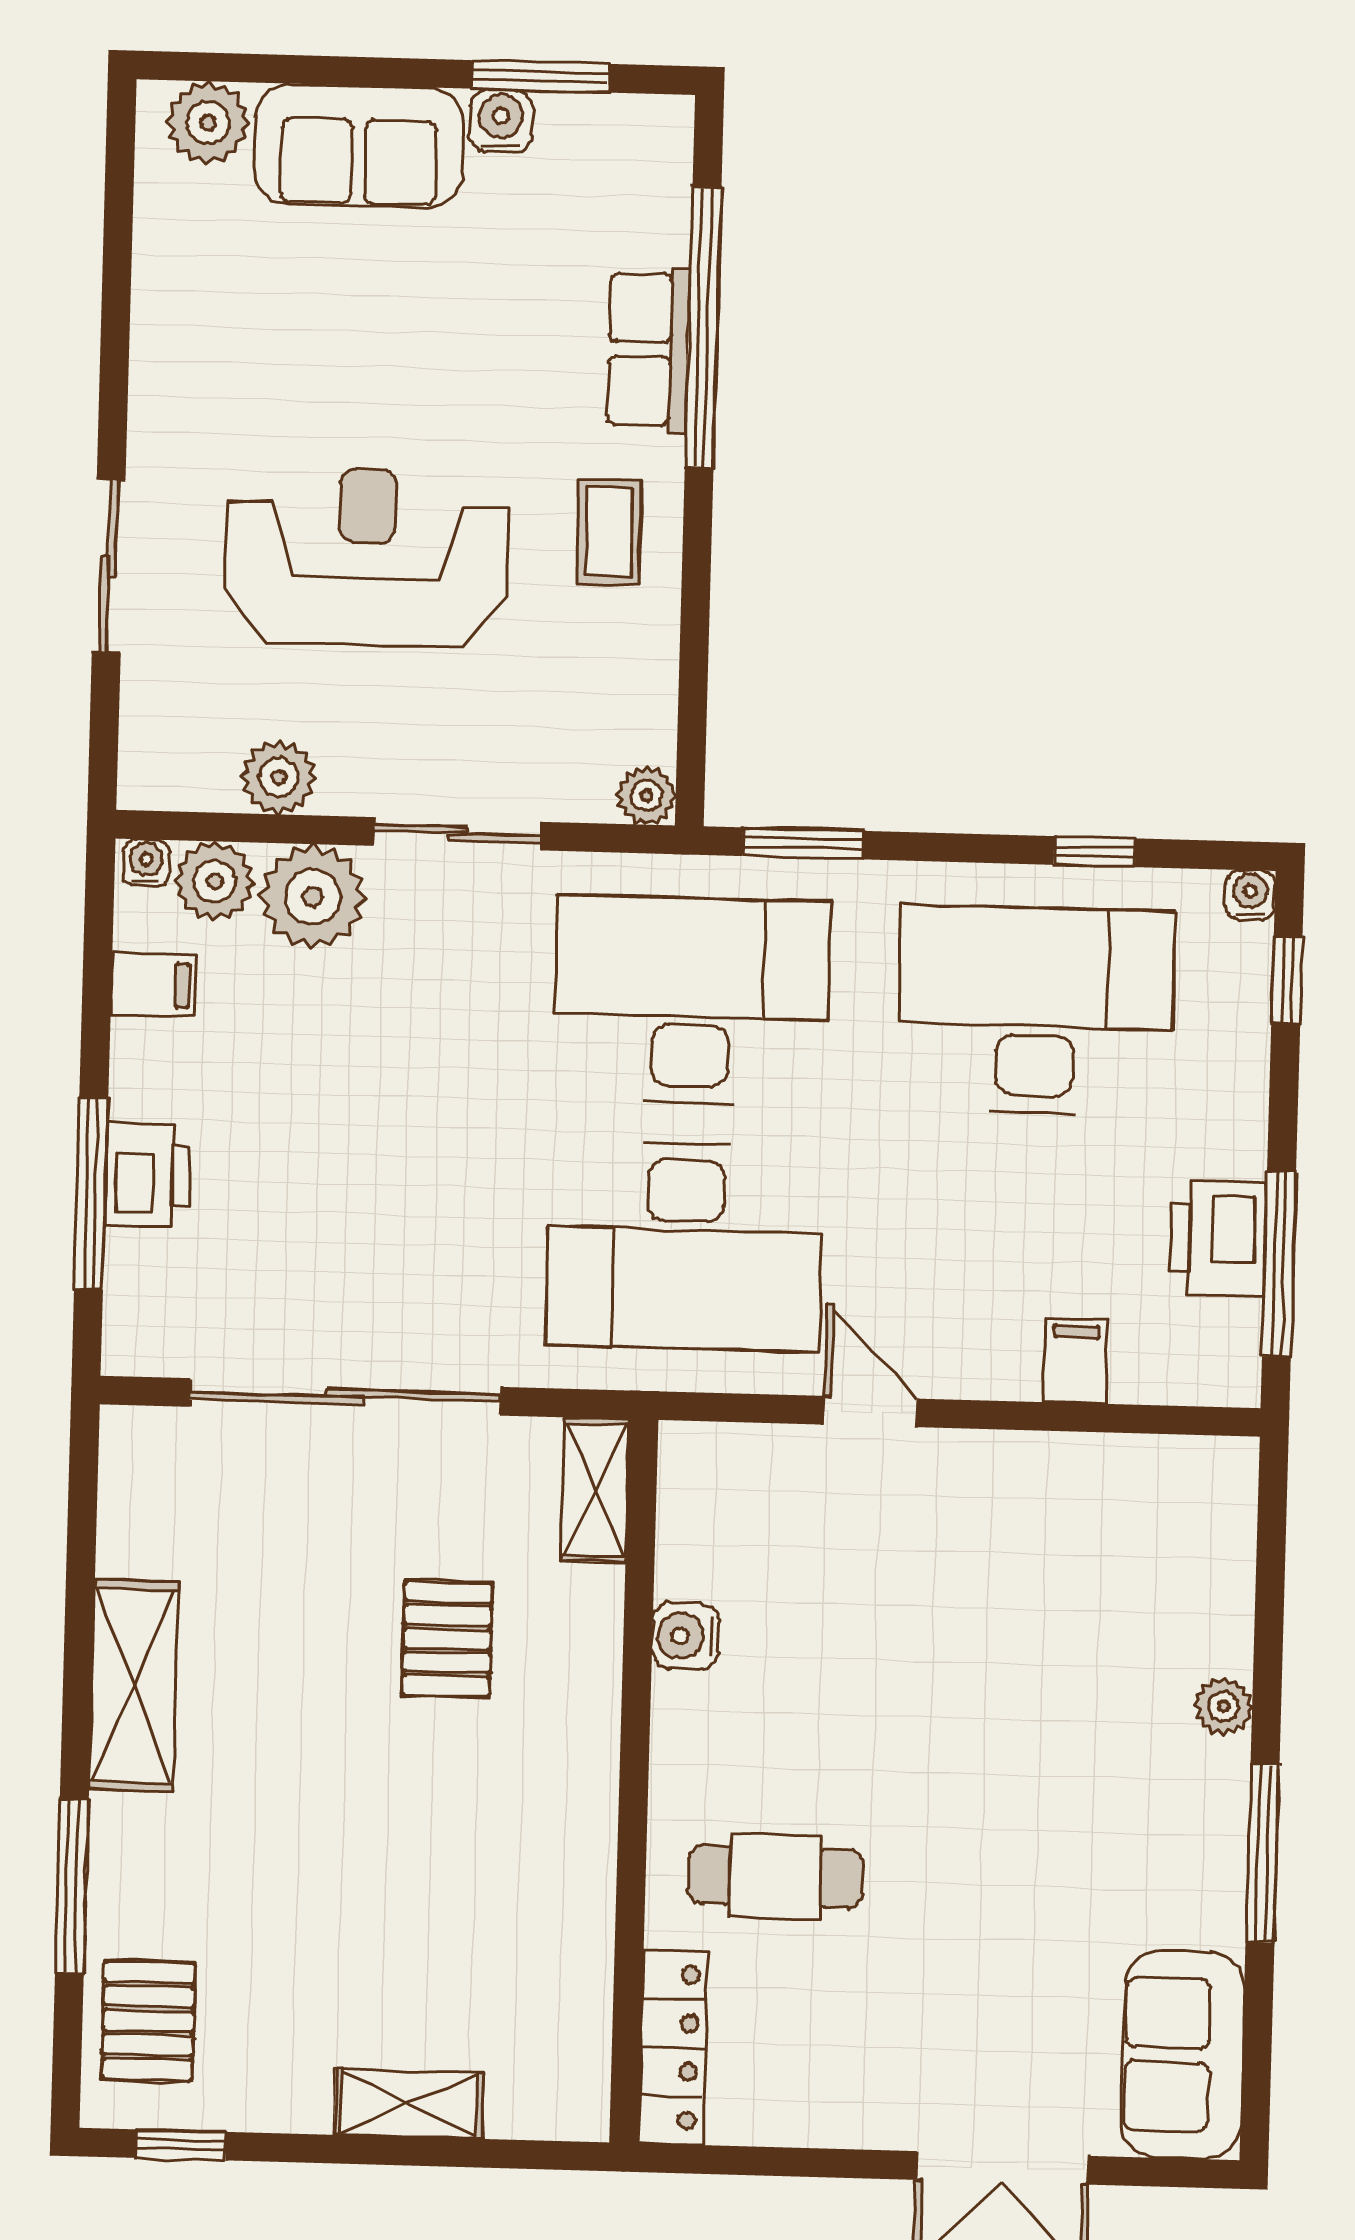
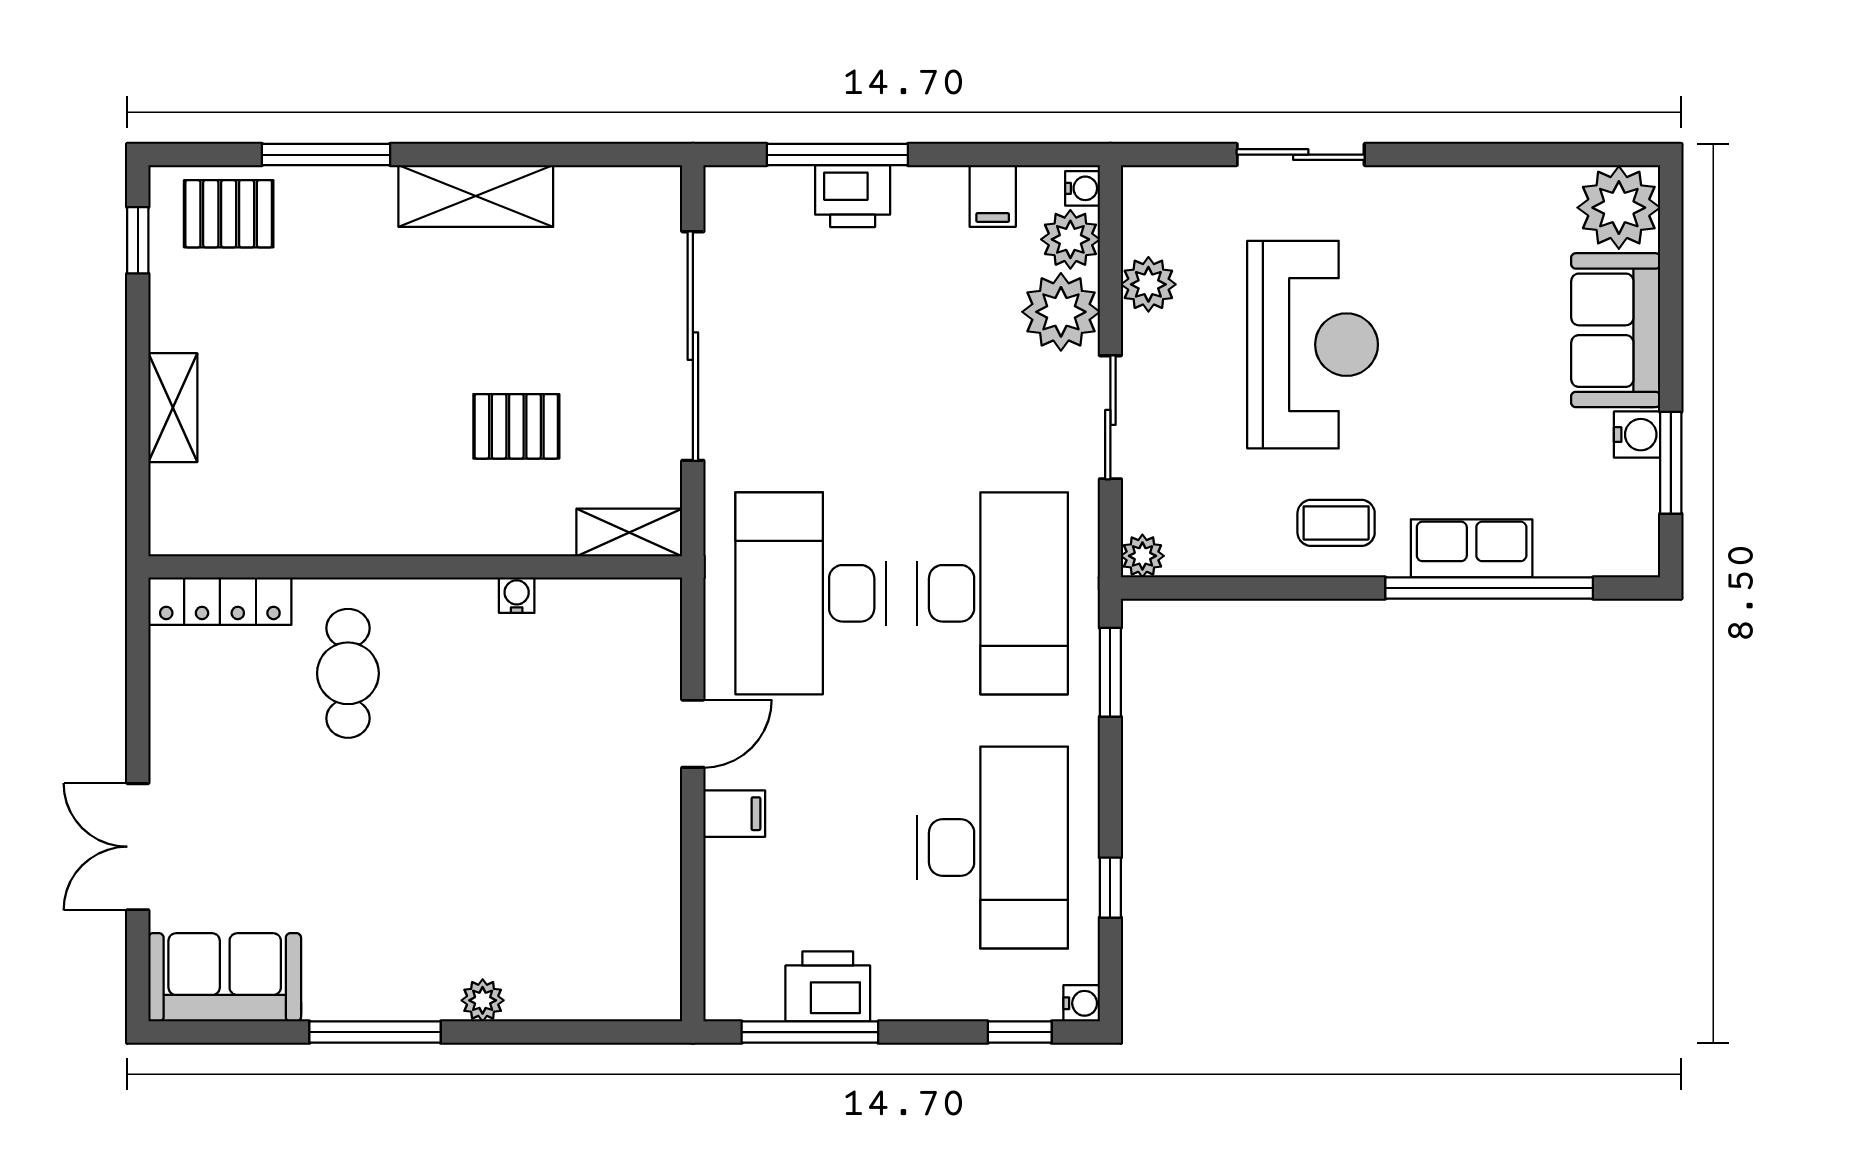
plant: (208, 123) -> (1619, 208), width x1.36, depth x1.36
filing cabinet: (1076, 1361) -> (734, 814), moved
water cooler: (685, 1636) -> (517, 595), width x0.72, depth x0.72

